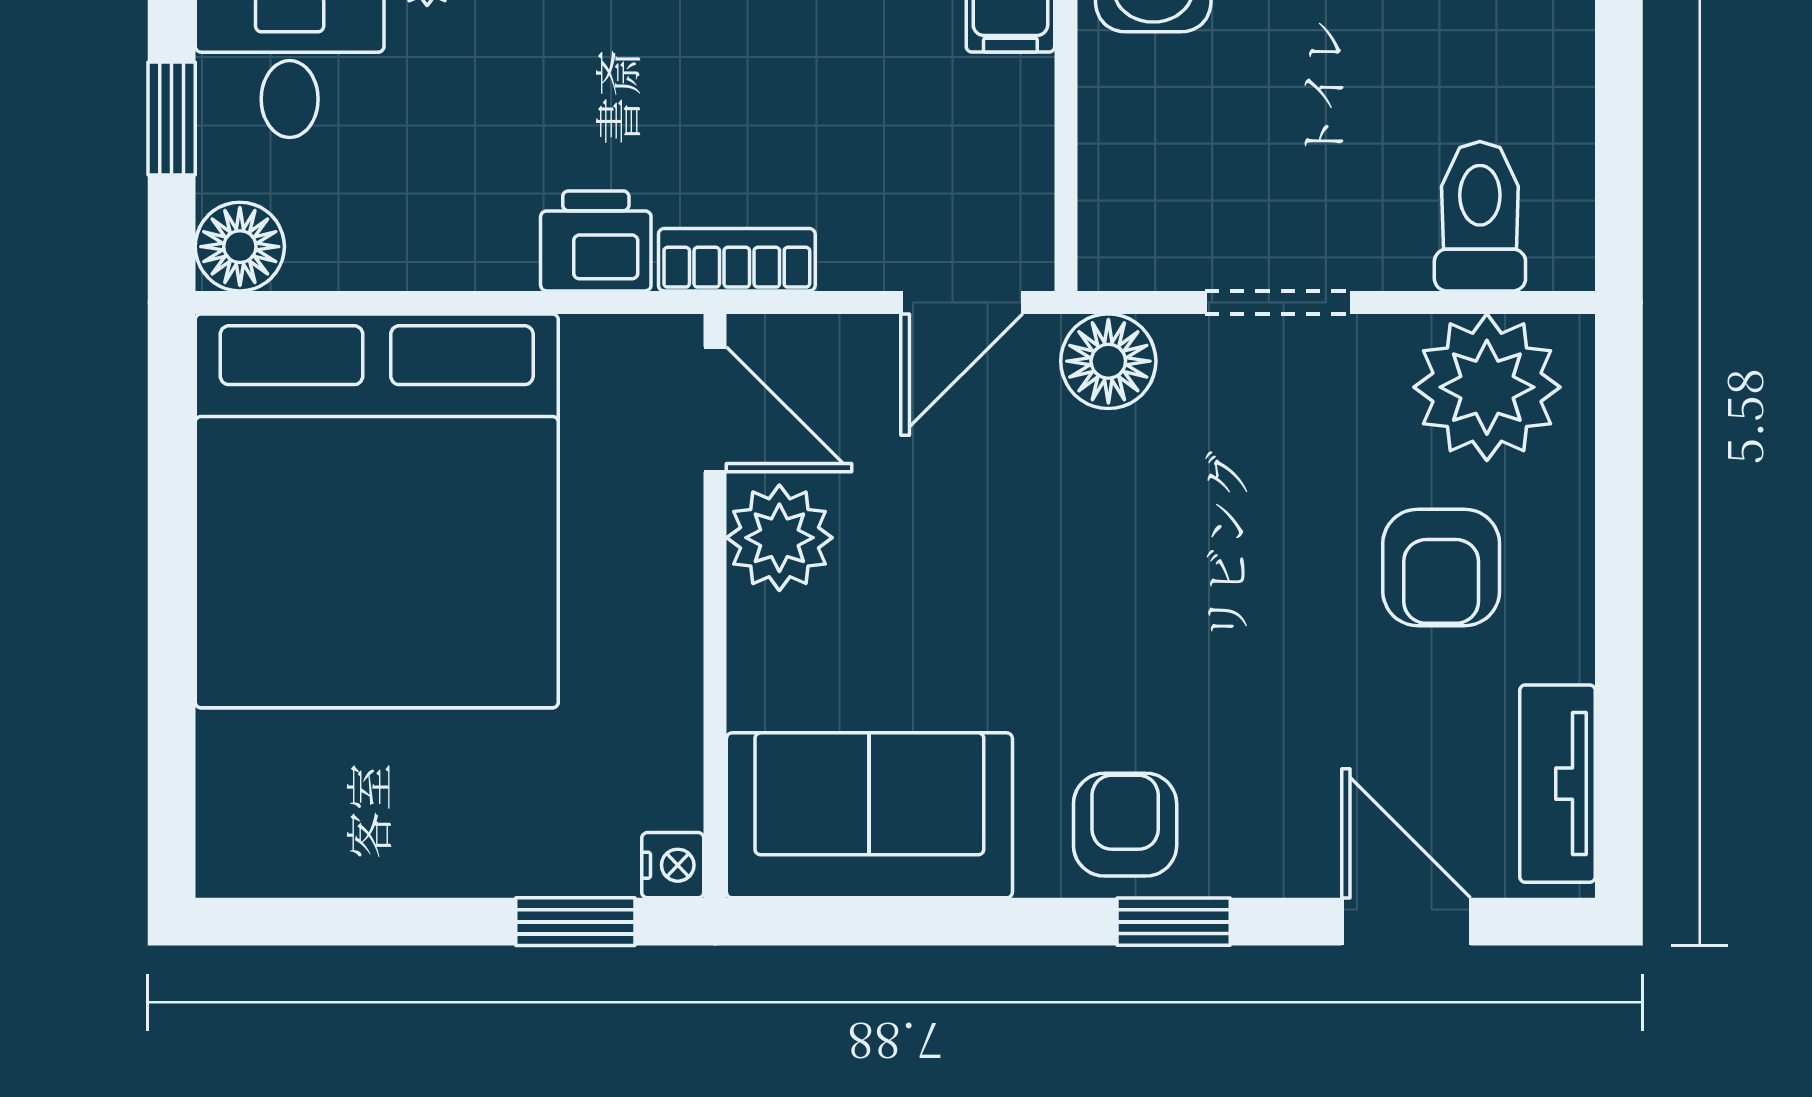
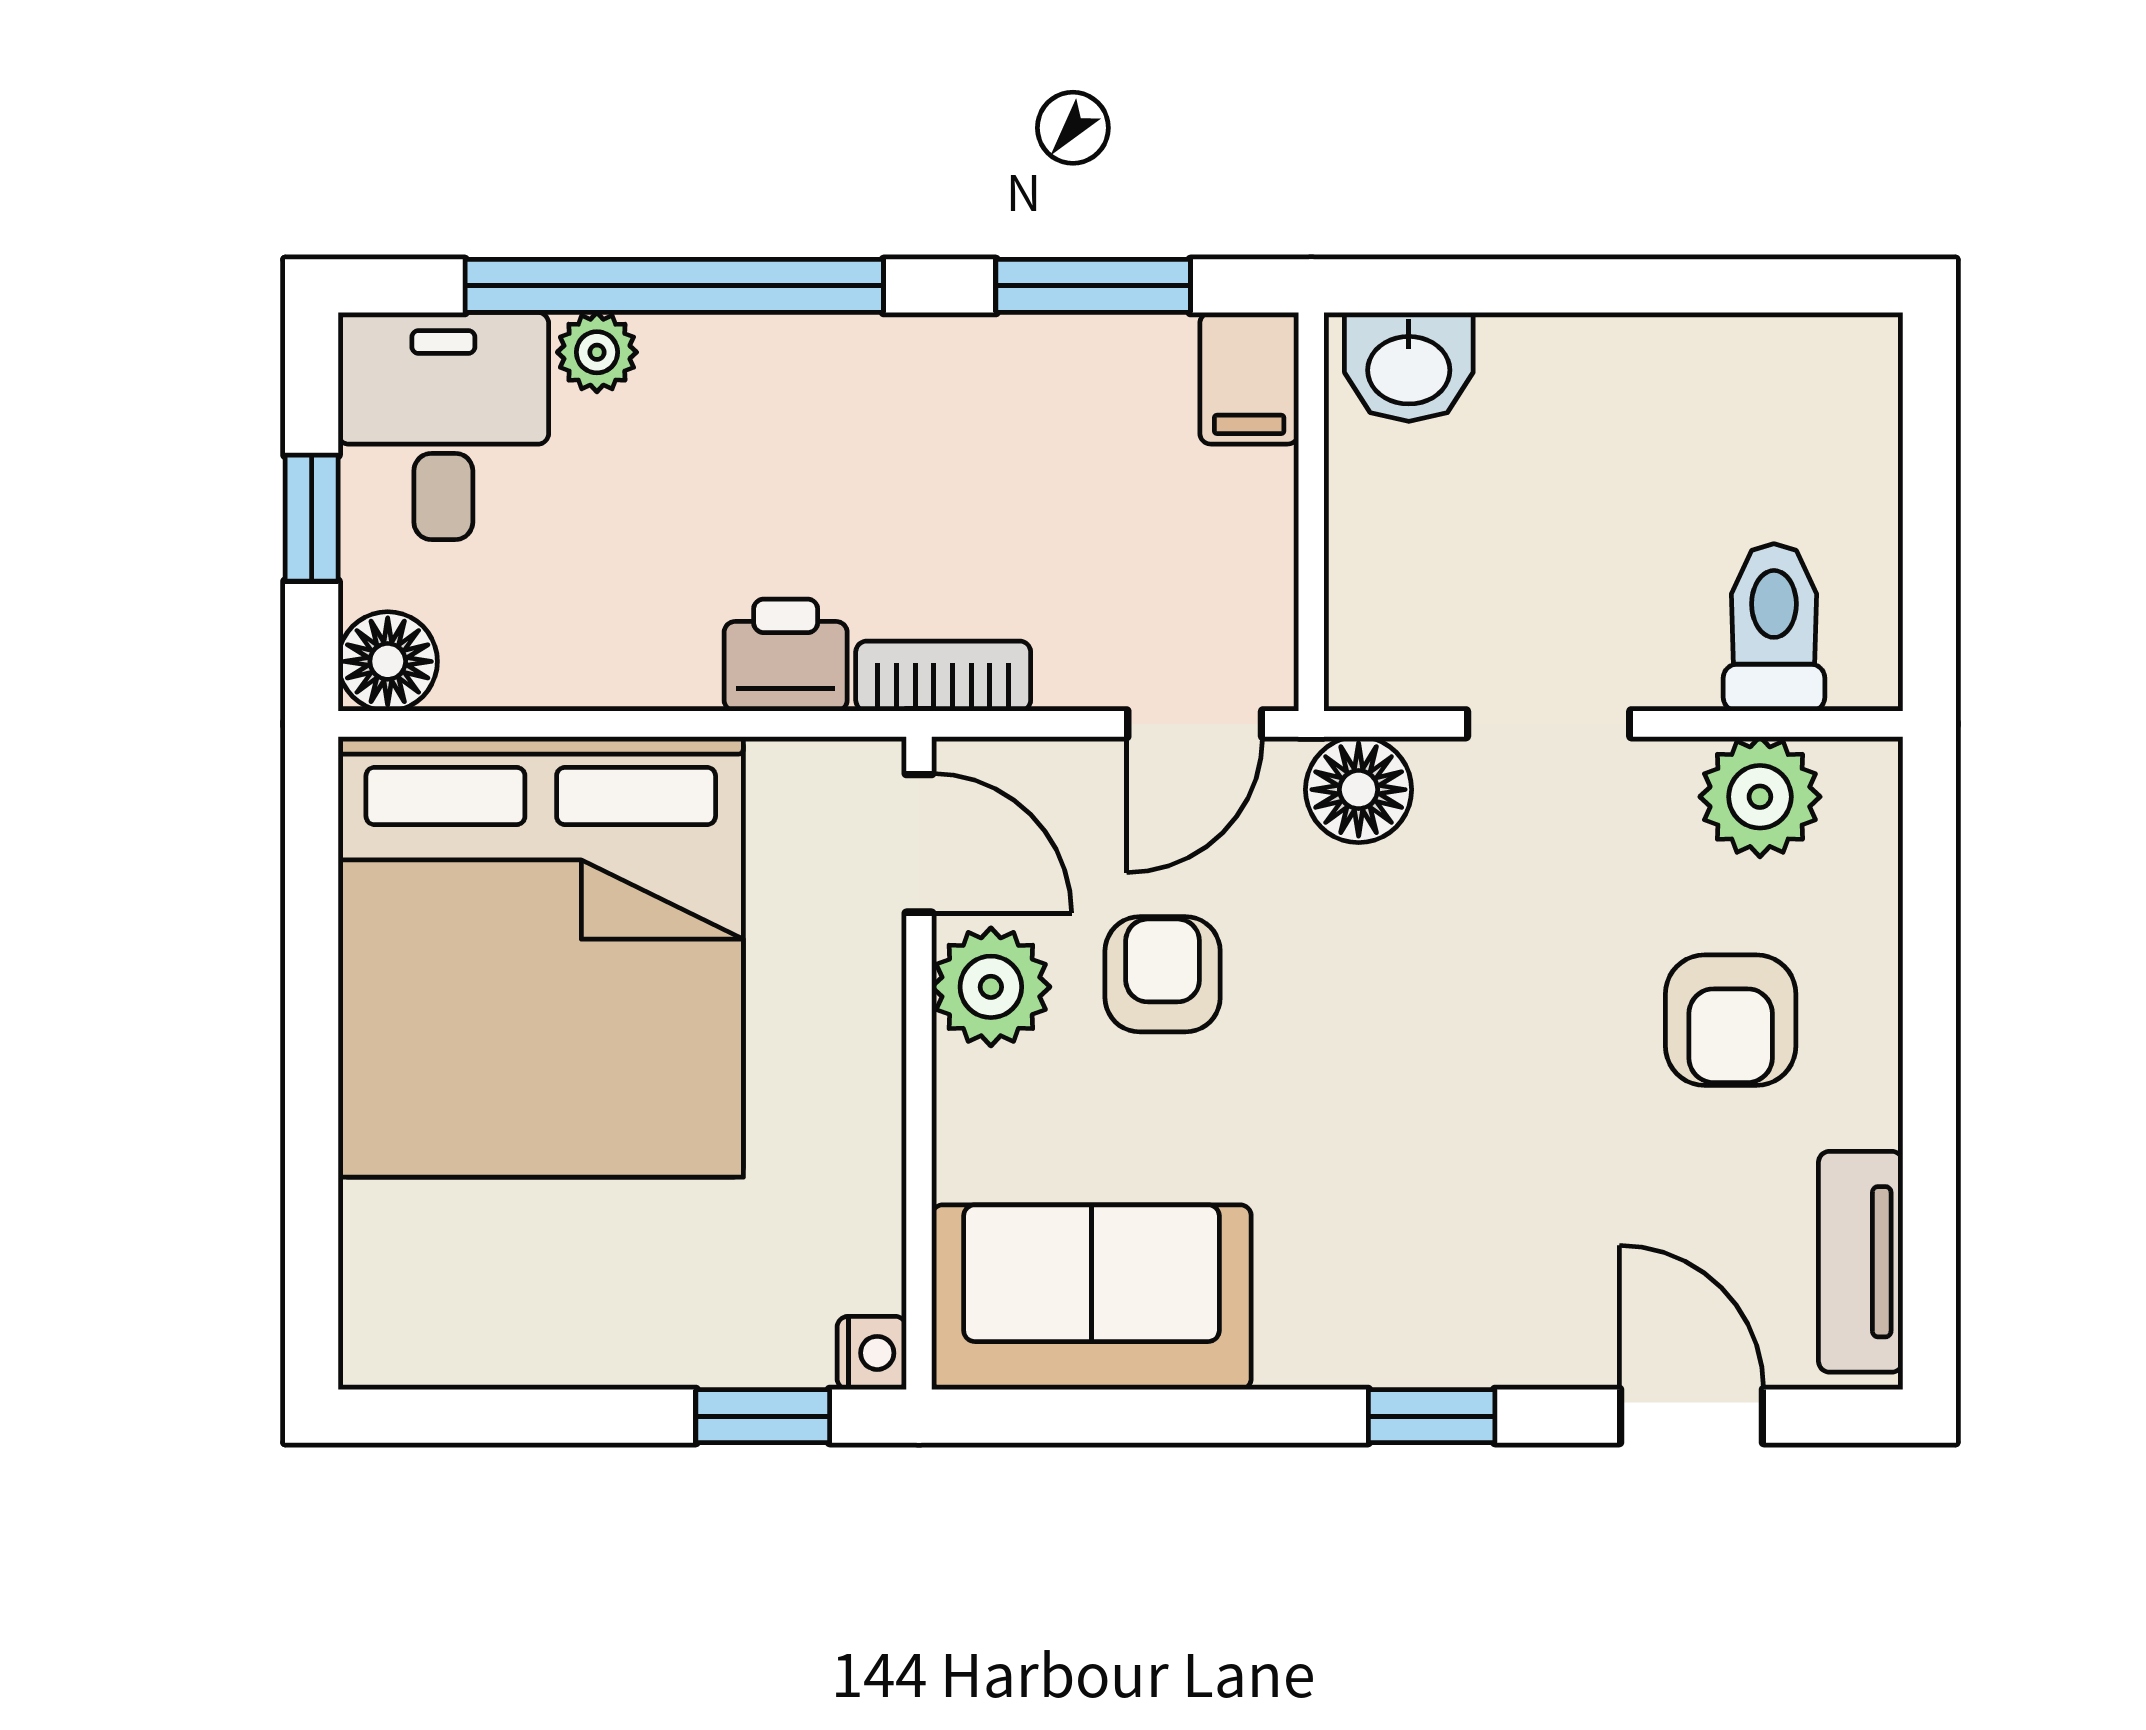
plant: (1487, 387) -> (1760, 797), width x0.73, depth x0.73
armchair: (1125, 825) -> (1163, 974), moved

